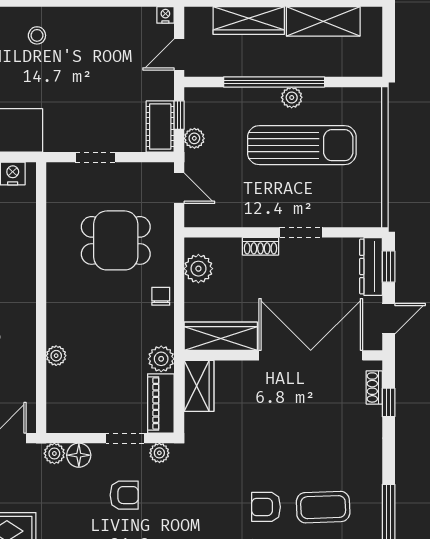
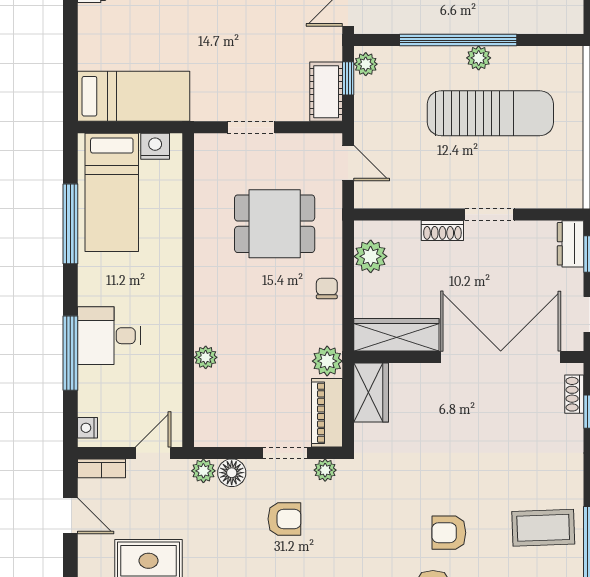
plant: (194, 138) -> (366, 64), moved
dresser: (371, 267) -> (571, 244), width x0.70
coffee table: (323, 507) -> (543, 528), moved

